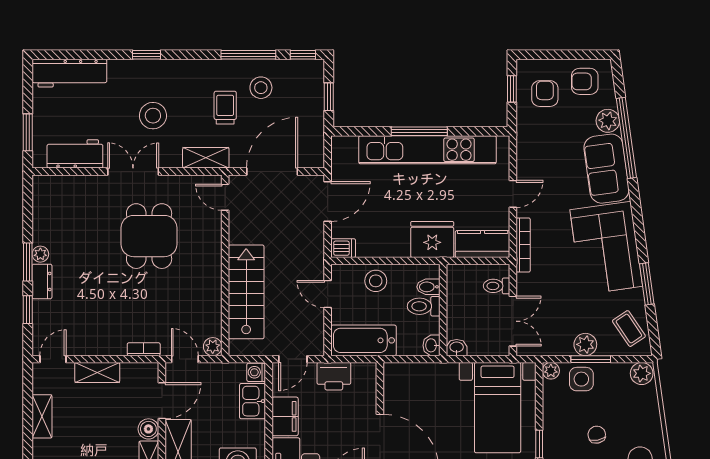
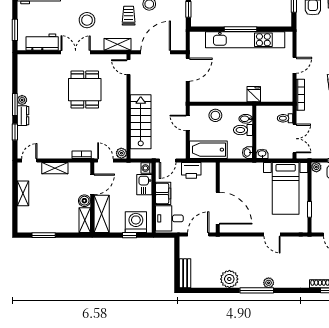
fridge: (432, 239) -> (254, 94), width x0.53, depth x0.75
kitchen counter: (483, 244) -> (277, 94), removed
dishwasher: (343, 248) -> (197, 96), removed

